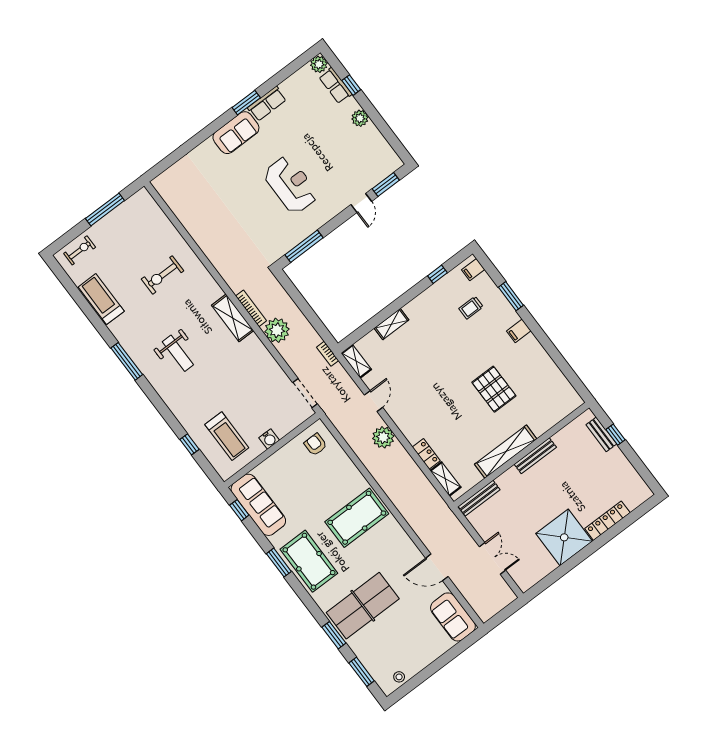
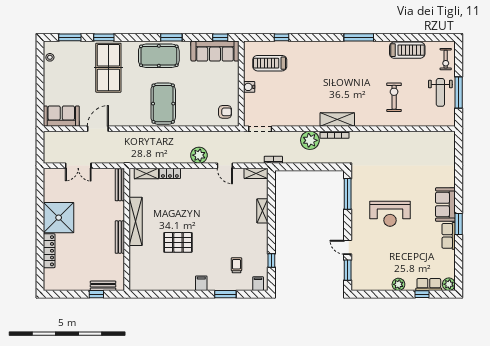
weight bench: (178, 353) -> (440, 92), moved, turned -90

